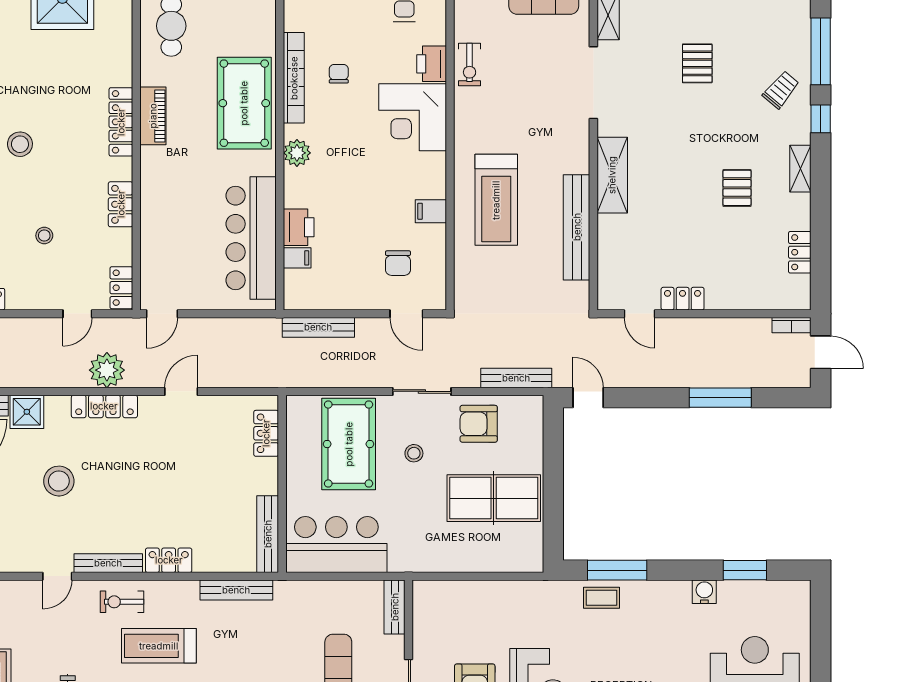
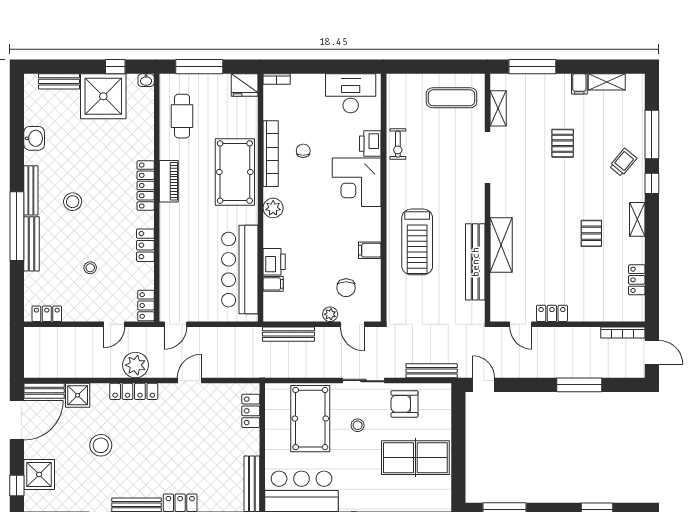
shelving: (612, 175) -> (501, 245), moved
plant: (376, 300) -> (330, 314), added
bookcase: (792, 325) -> (623, 333), width x1.56

